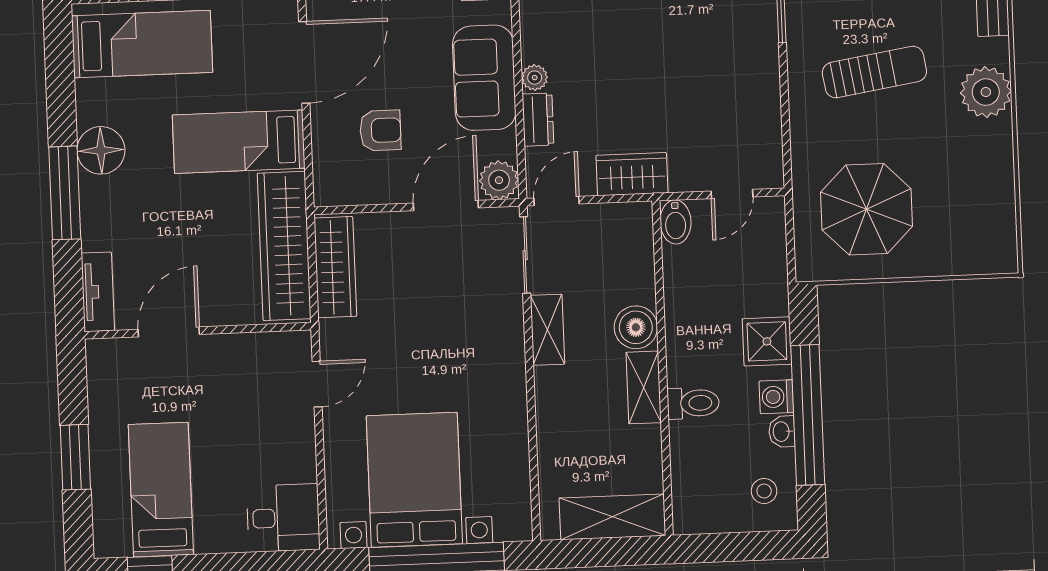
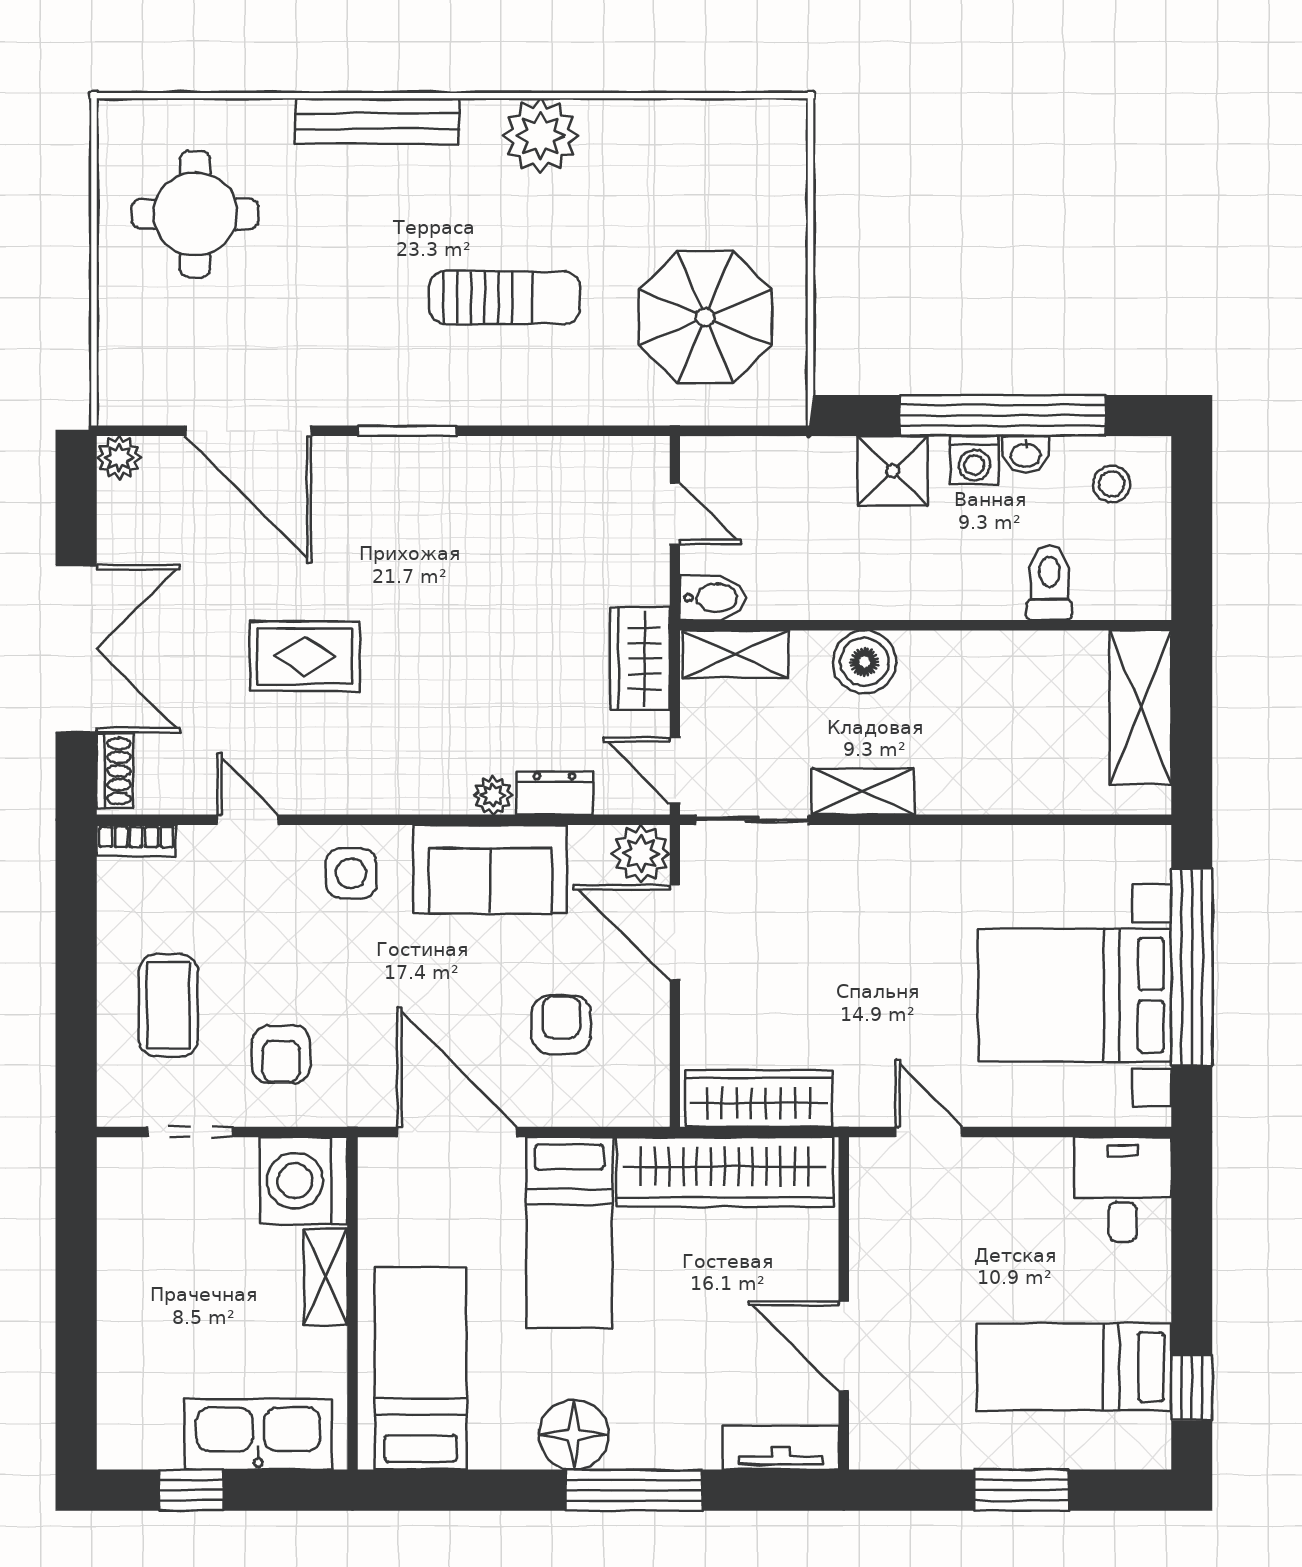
sun lounger: (874, 72) -> (505, 298), turned 99
shelving: (644, 387) -> (735, 654), moved
toilet: (693, 403) -> (1049, 583), moved

